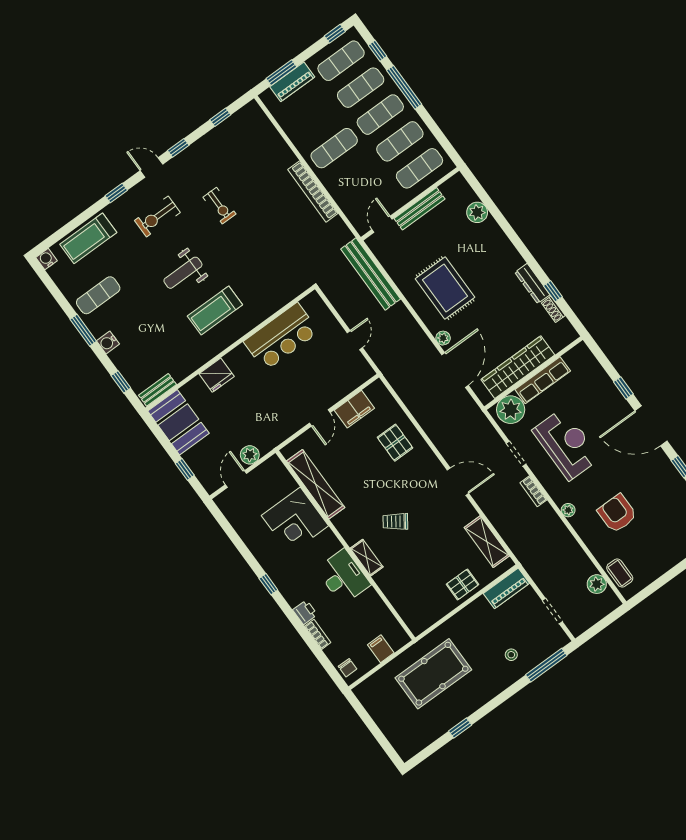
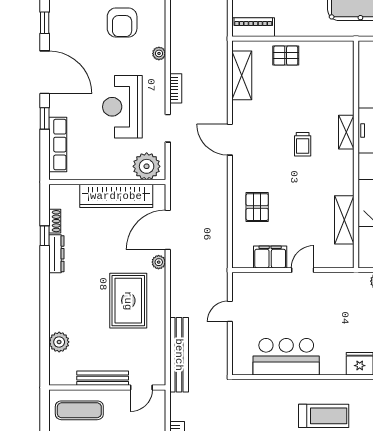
row of seats: (543, 380) -> (58, 145), moved, turned 90
shelving: (316, 484) -> (344, 220), width x0.68
trolley: (395, 522) -> (303, 144), turned 55

